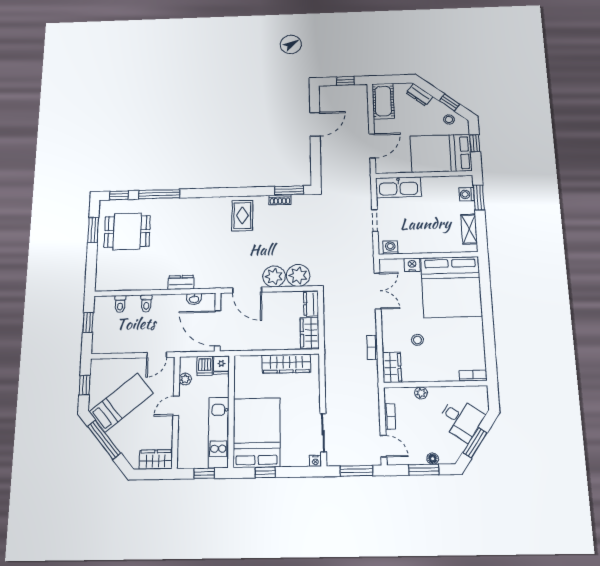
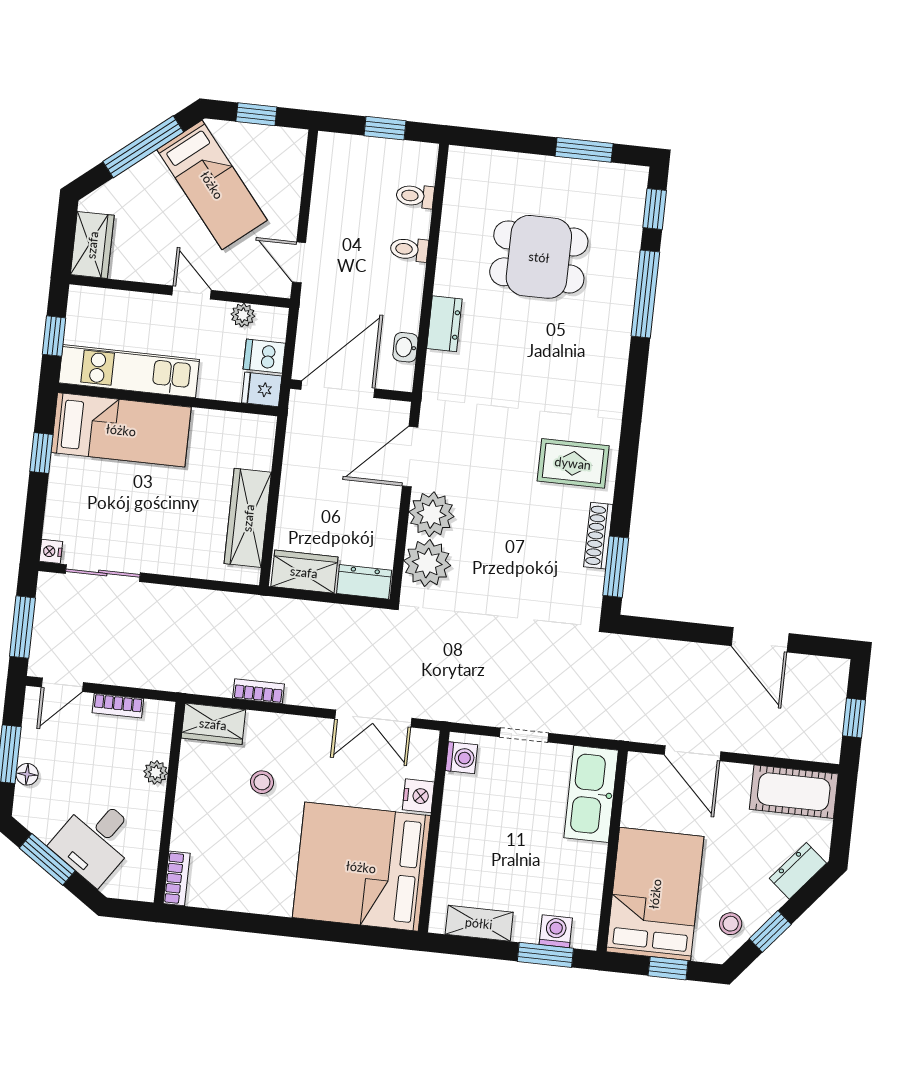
shoe rack: (280, 200) -> (598, 536), width x1.43
dining table: (127, 231) -> (539, 257), moved, turned 90
bed: (257, 432) -> (121, 430), width x0.67

